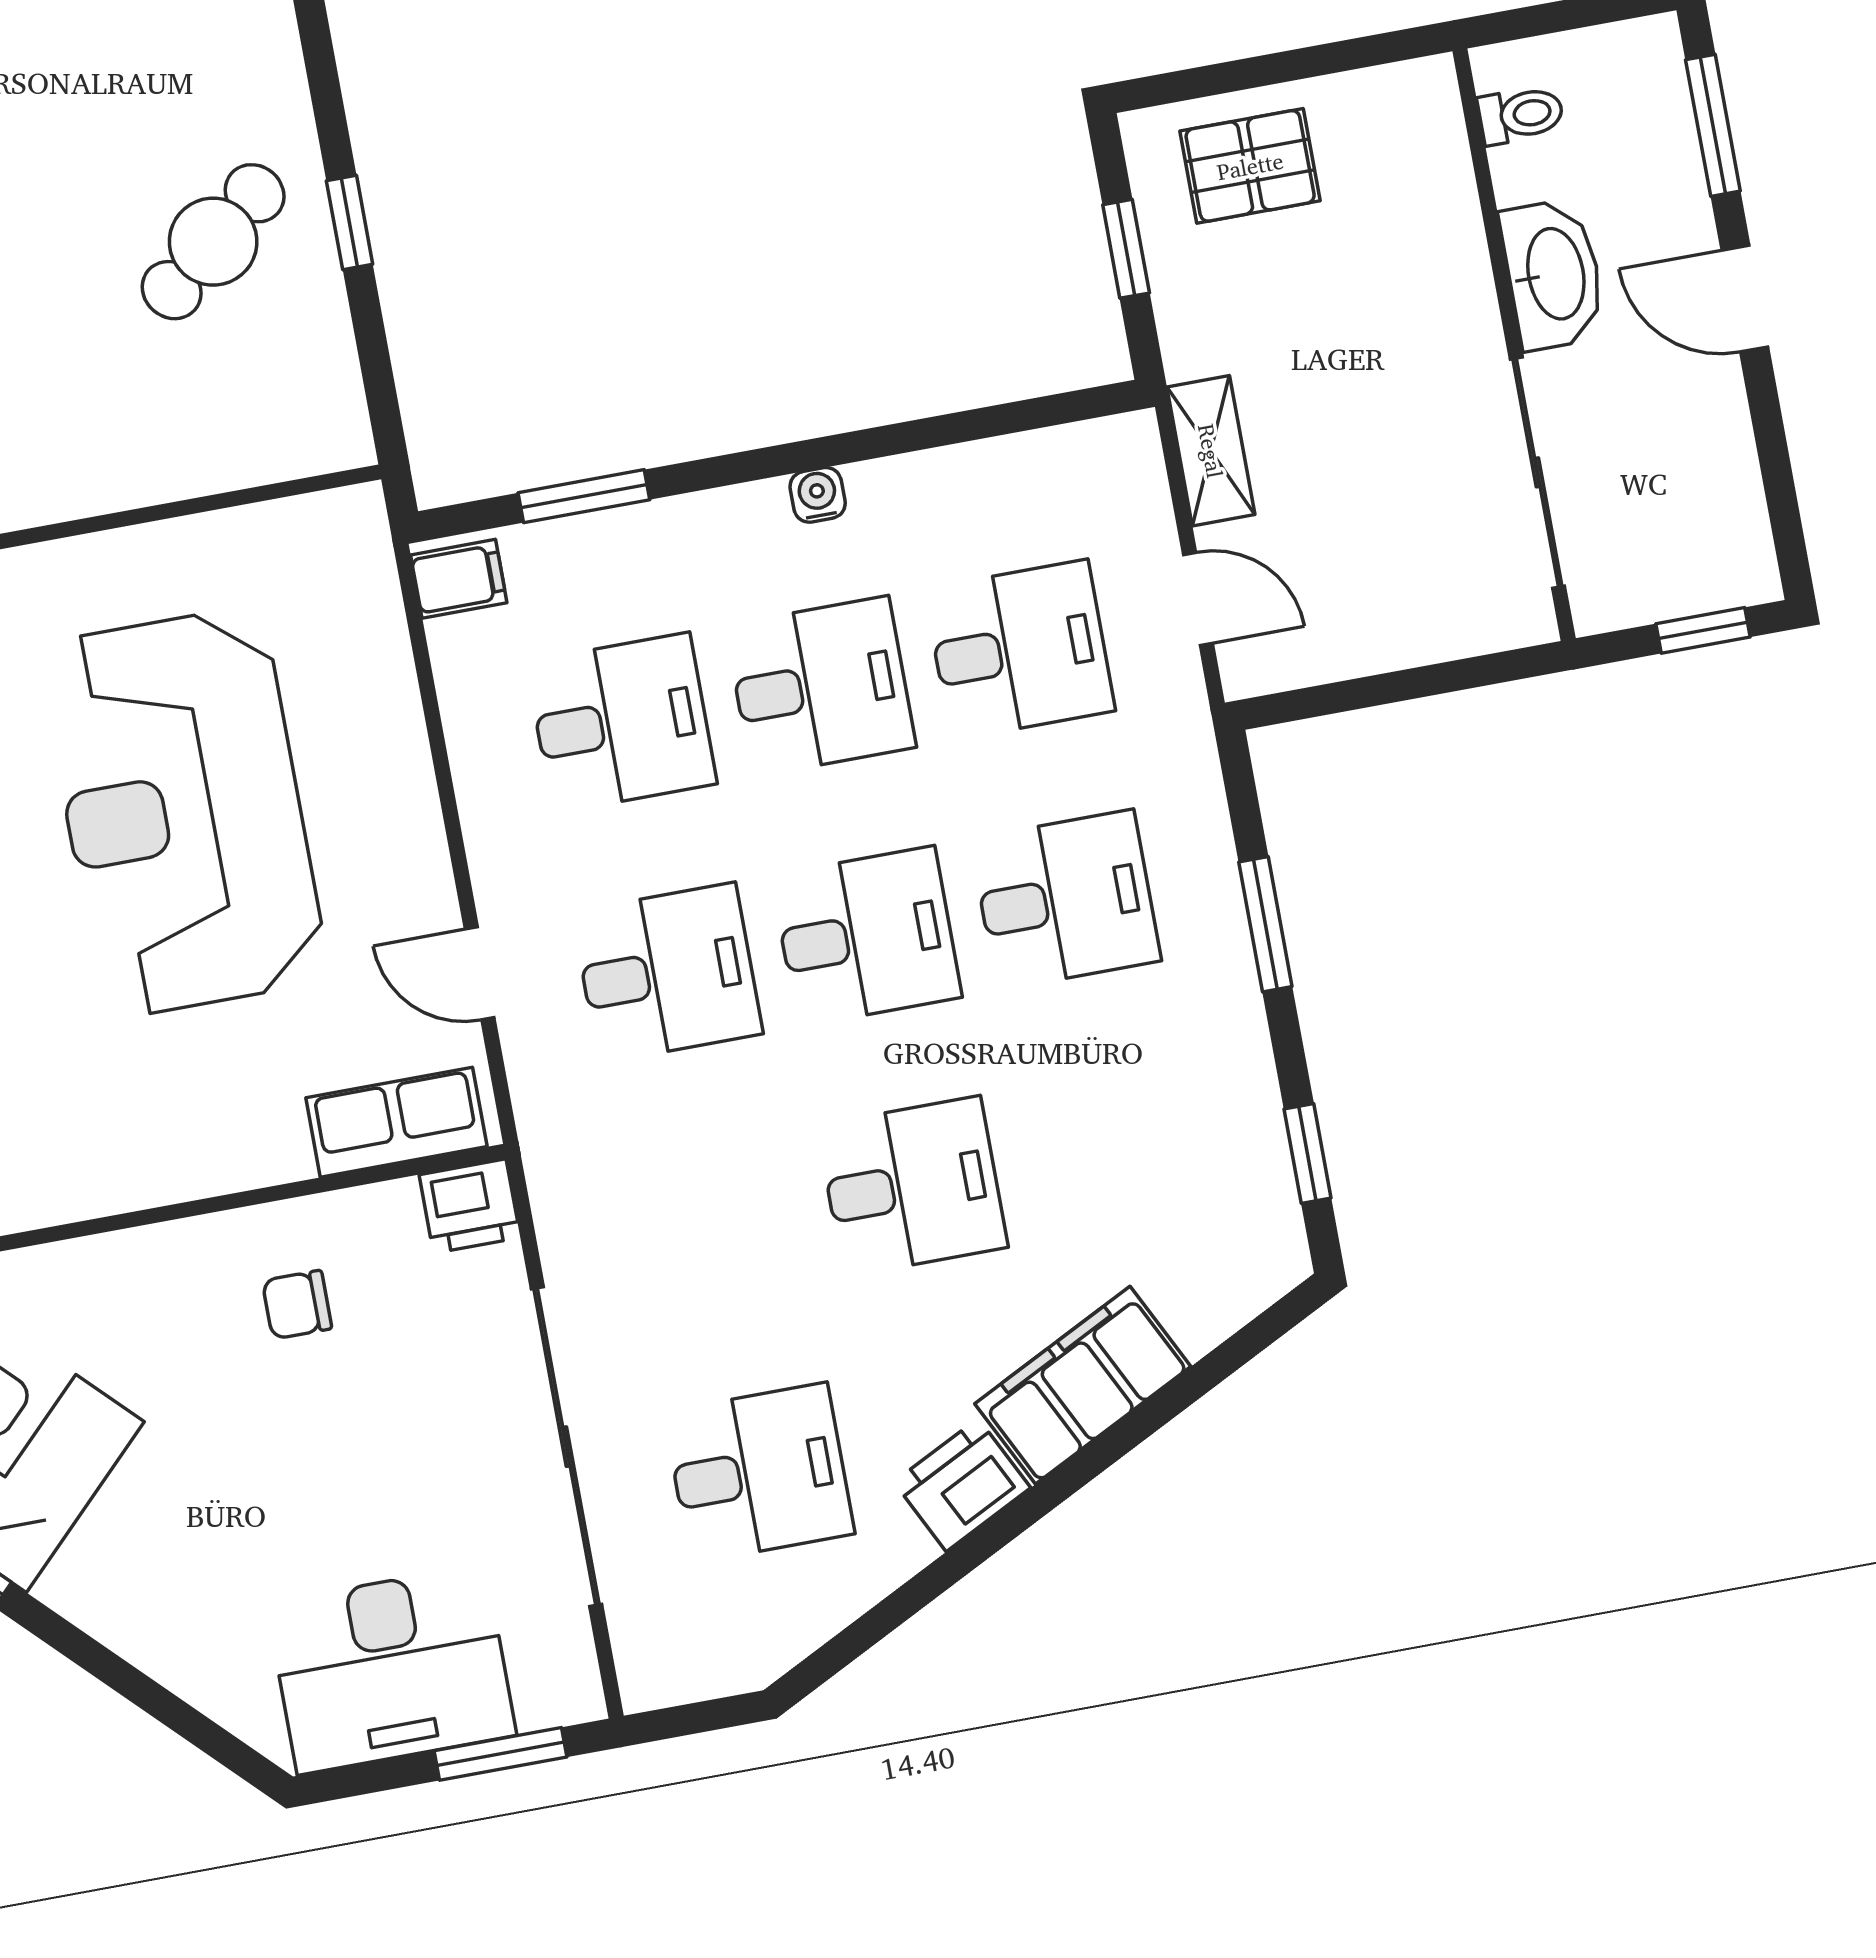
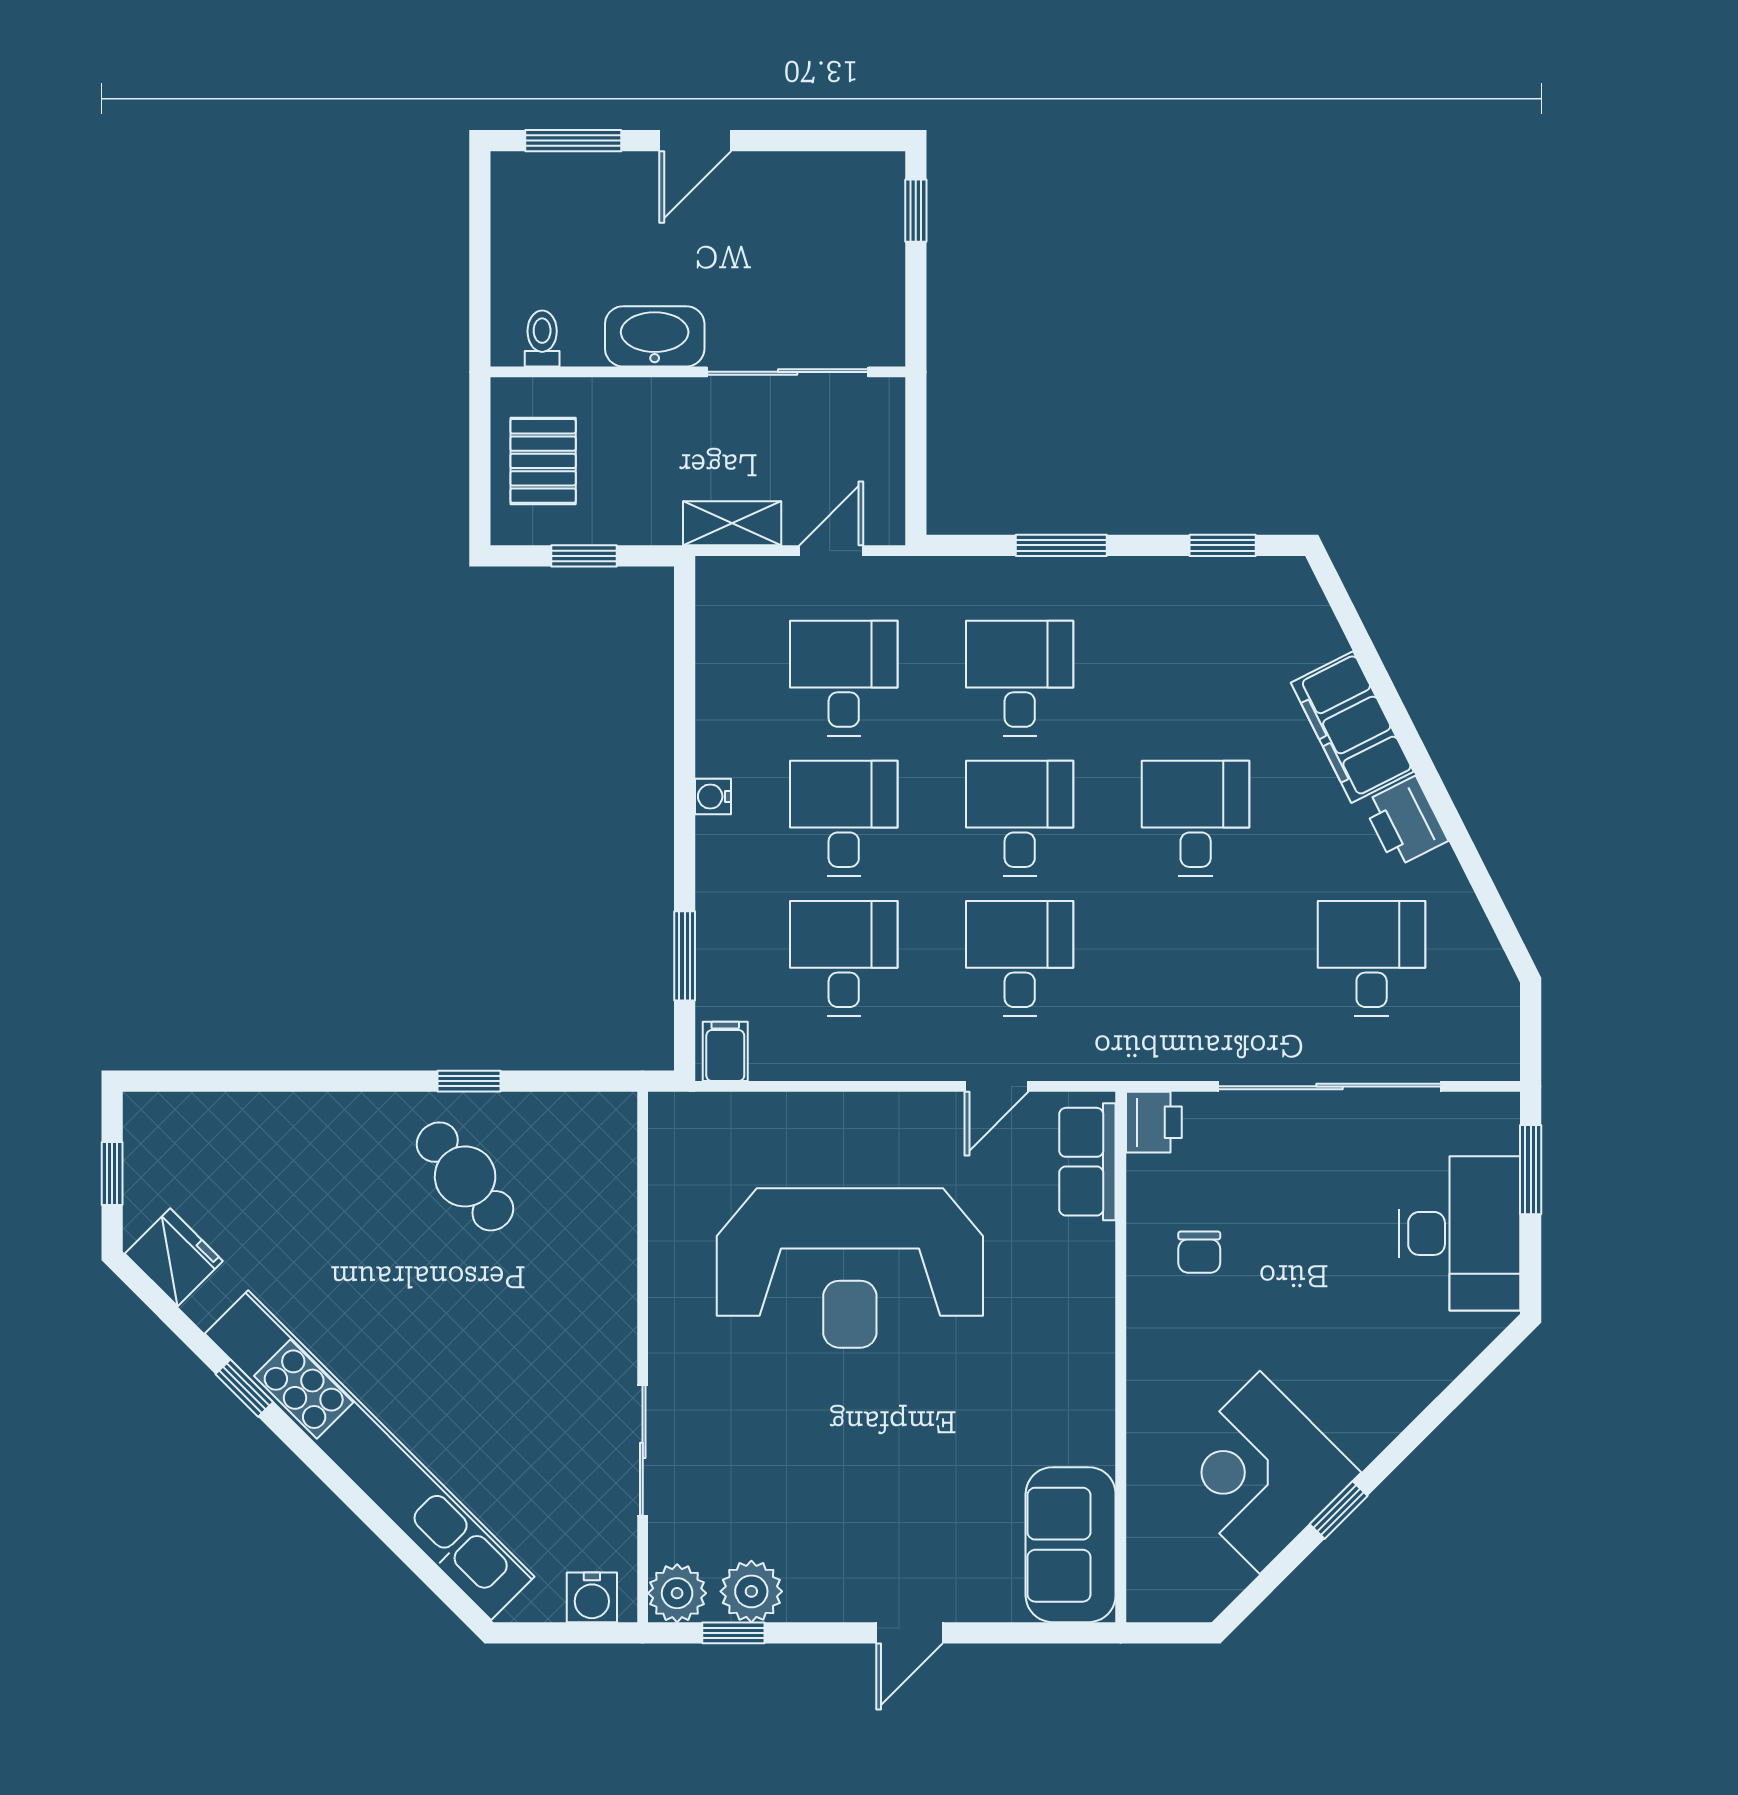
toilet: (1521, 115) -> (542, 338), moved
washbasin: (1553, 274) -> (655, 336), moved
wall: (1514, 345) -> (698, 372), moved
sliding door: (1537, 472) -> (788, 372), moved

